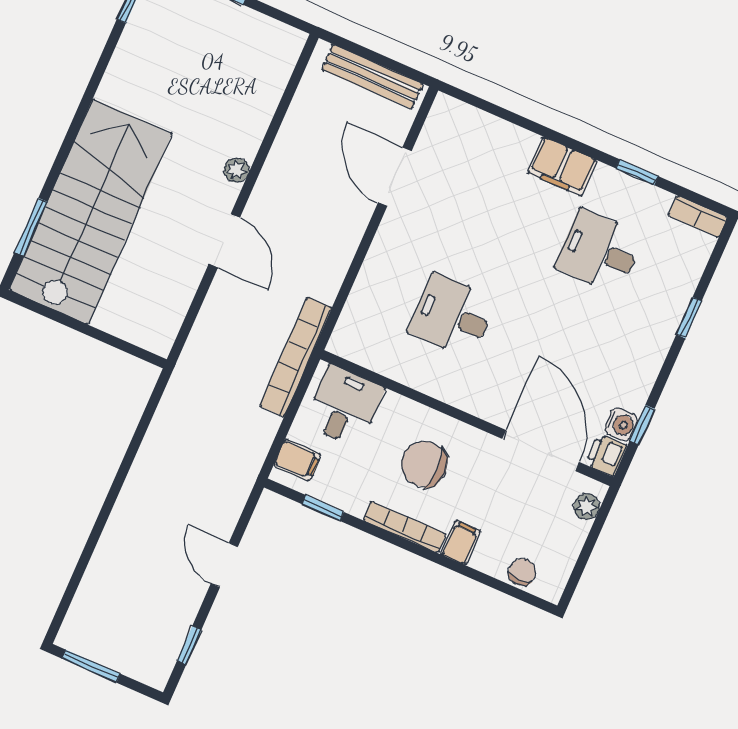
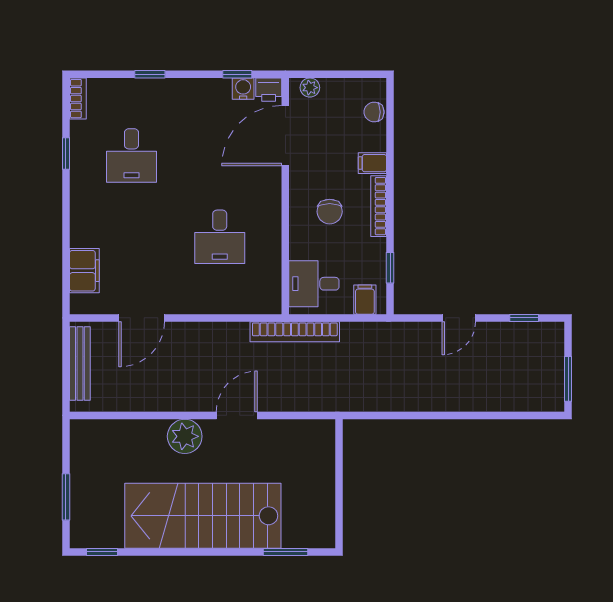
filing cabinet: (562, 167) -> (84, 271), moved
plant: (237, 170) -> (185, 436), width x1.88, depth x1.88
stairs: (90, 212) -> (203, 516), moved
chair: (424, 464) -> (330, 212), width x0.73, depth x0.73

